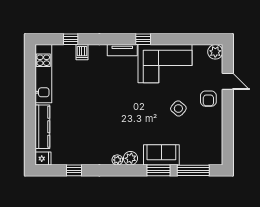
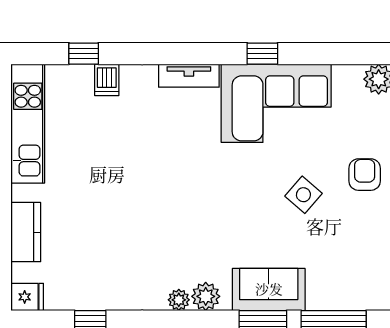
window: (143, 39) -> (262, 54), moved
armchair: (208, 99) -> (365, 175), turned 180
kitchen counter: (42, 127) -> (26, 232), width x0.67

